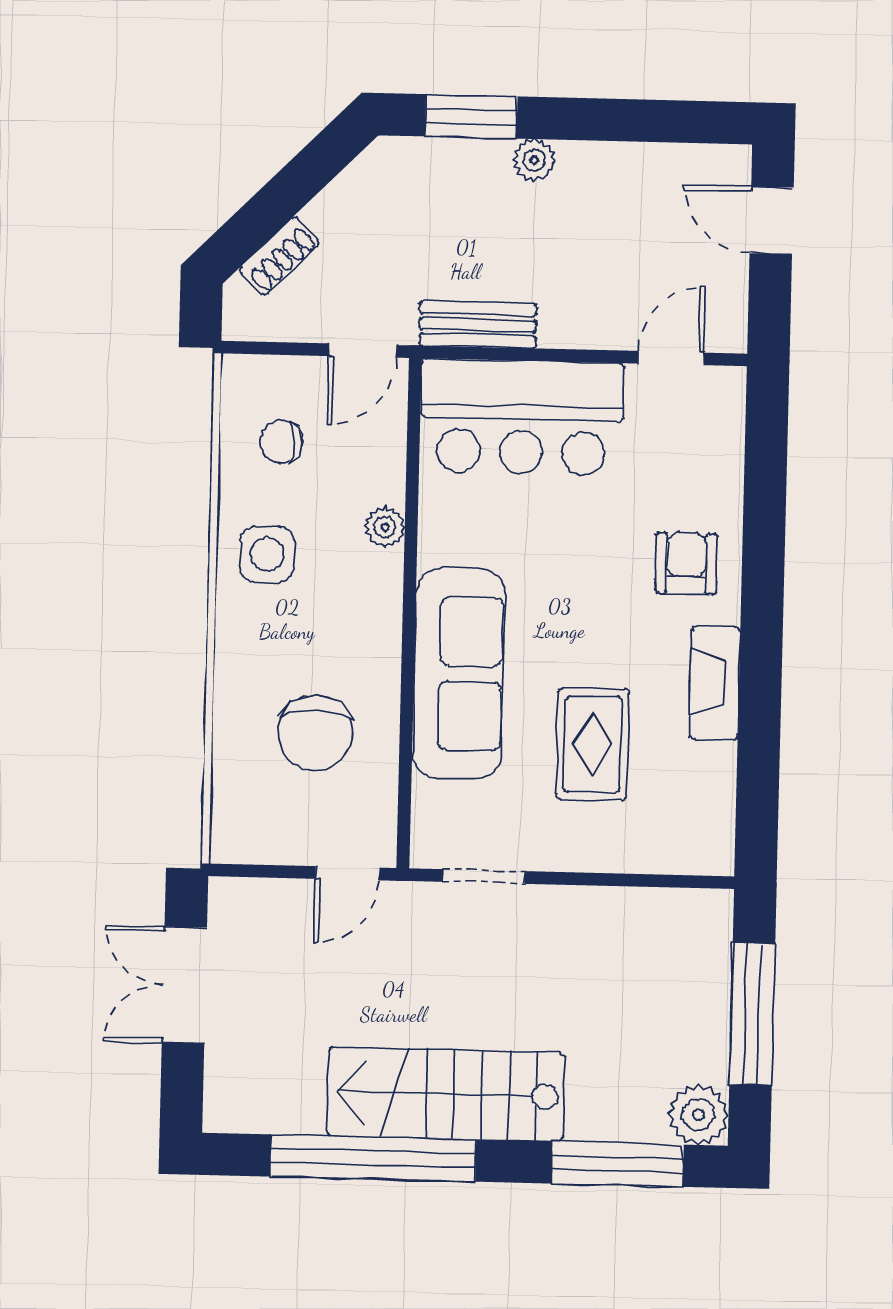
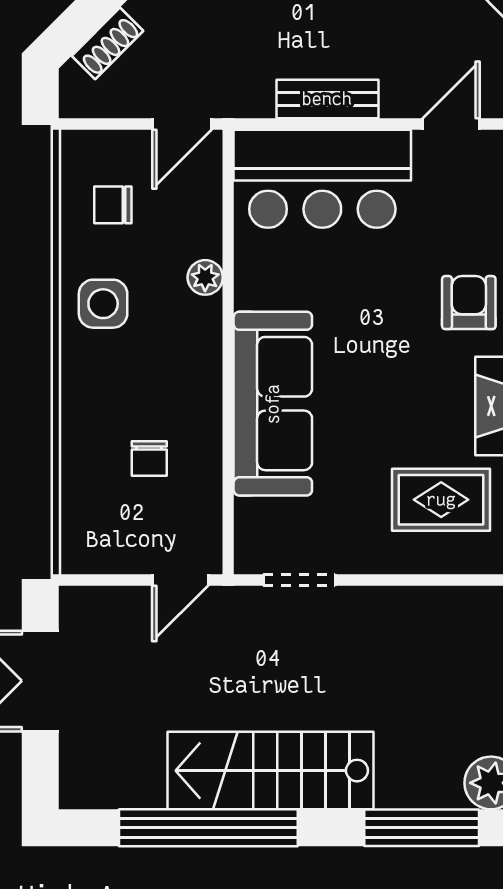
bench: (478, 325) -> (327, 99), moved
chair: (316, 733) -> (149, 458), width x0.54, depth x0.54
rug: (592, 744) -> (441, 500), moved, turned 90

